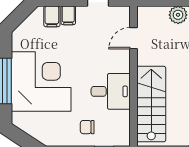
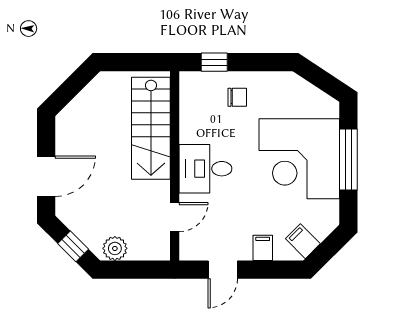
filing cabinet: (52, 16) -> (303, 241), moved, turned -45
desk: (111, 91) -> (205, 169), moved

